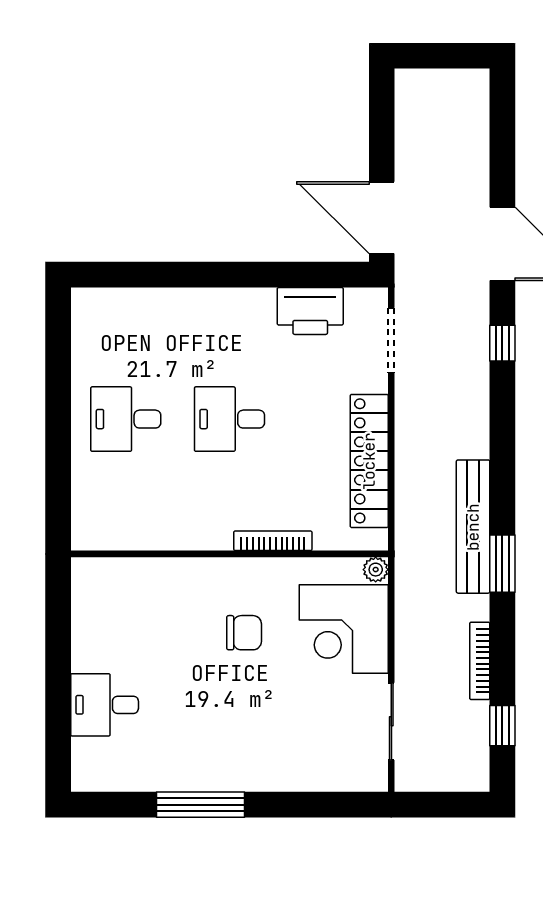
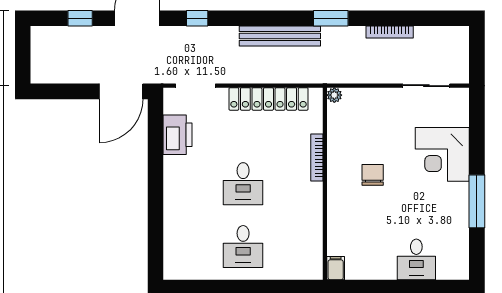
bench: (473, 527) -> (280, 36), moved
filing cabinet: (90, 572) -> (336, 268), added
corner desk: (344, 629) -> (442, 154), moved, turned 90
window: (502, 726) -> (80, 18), moved

